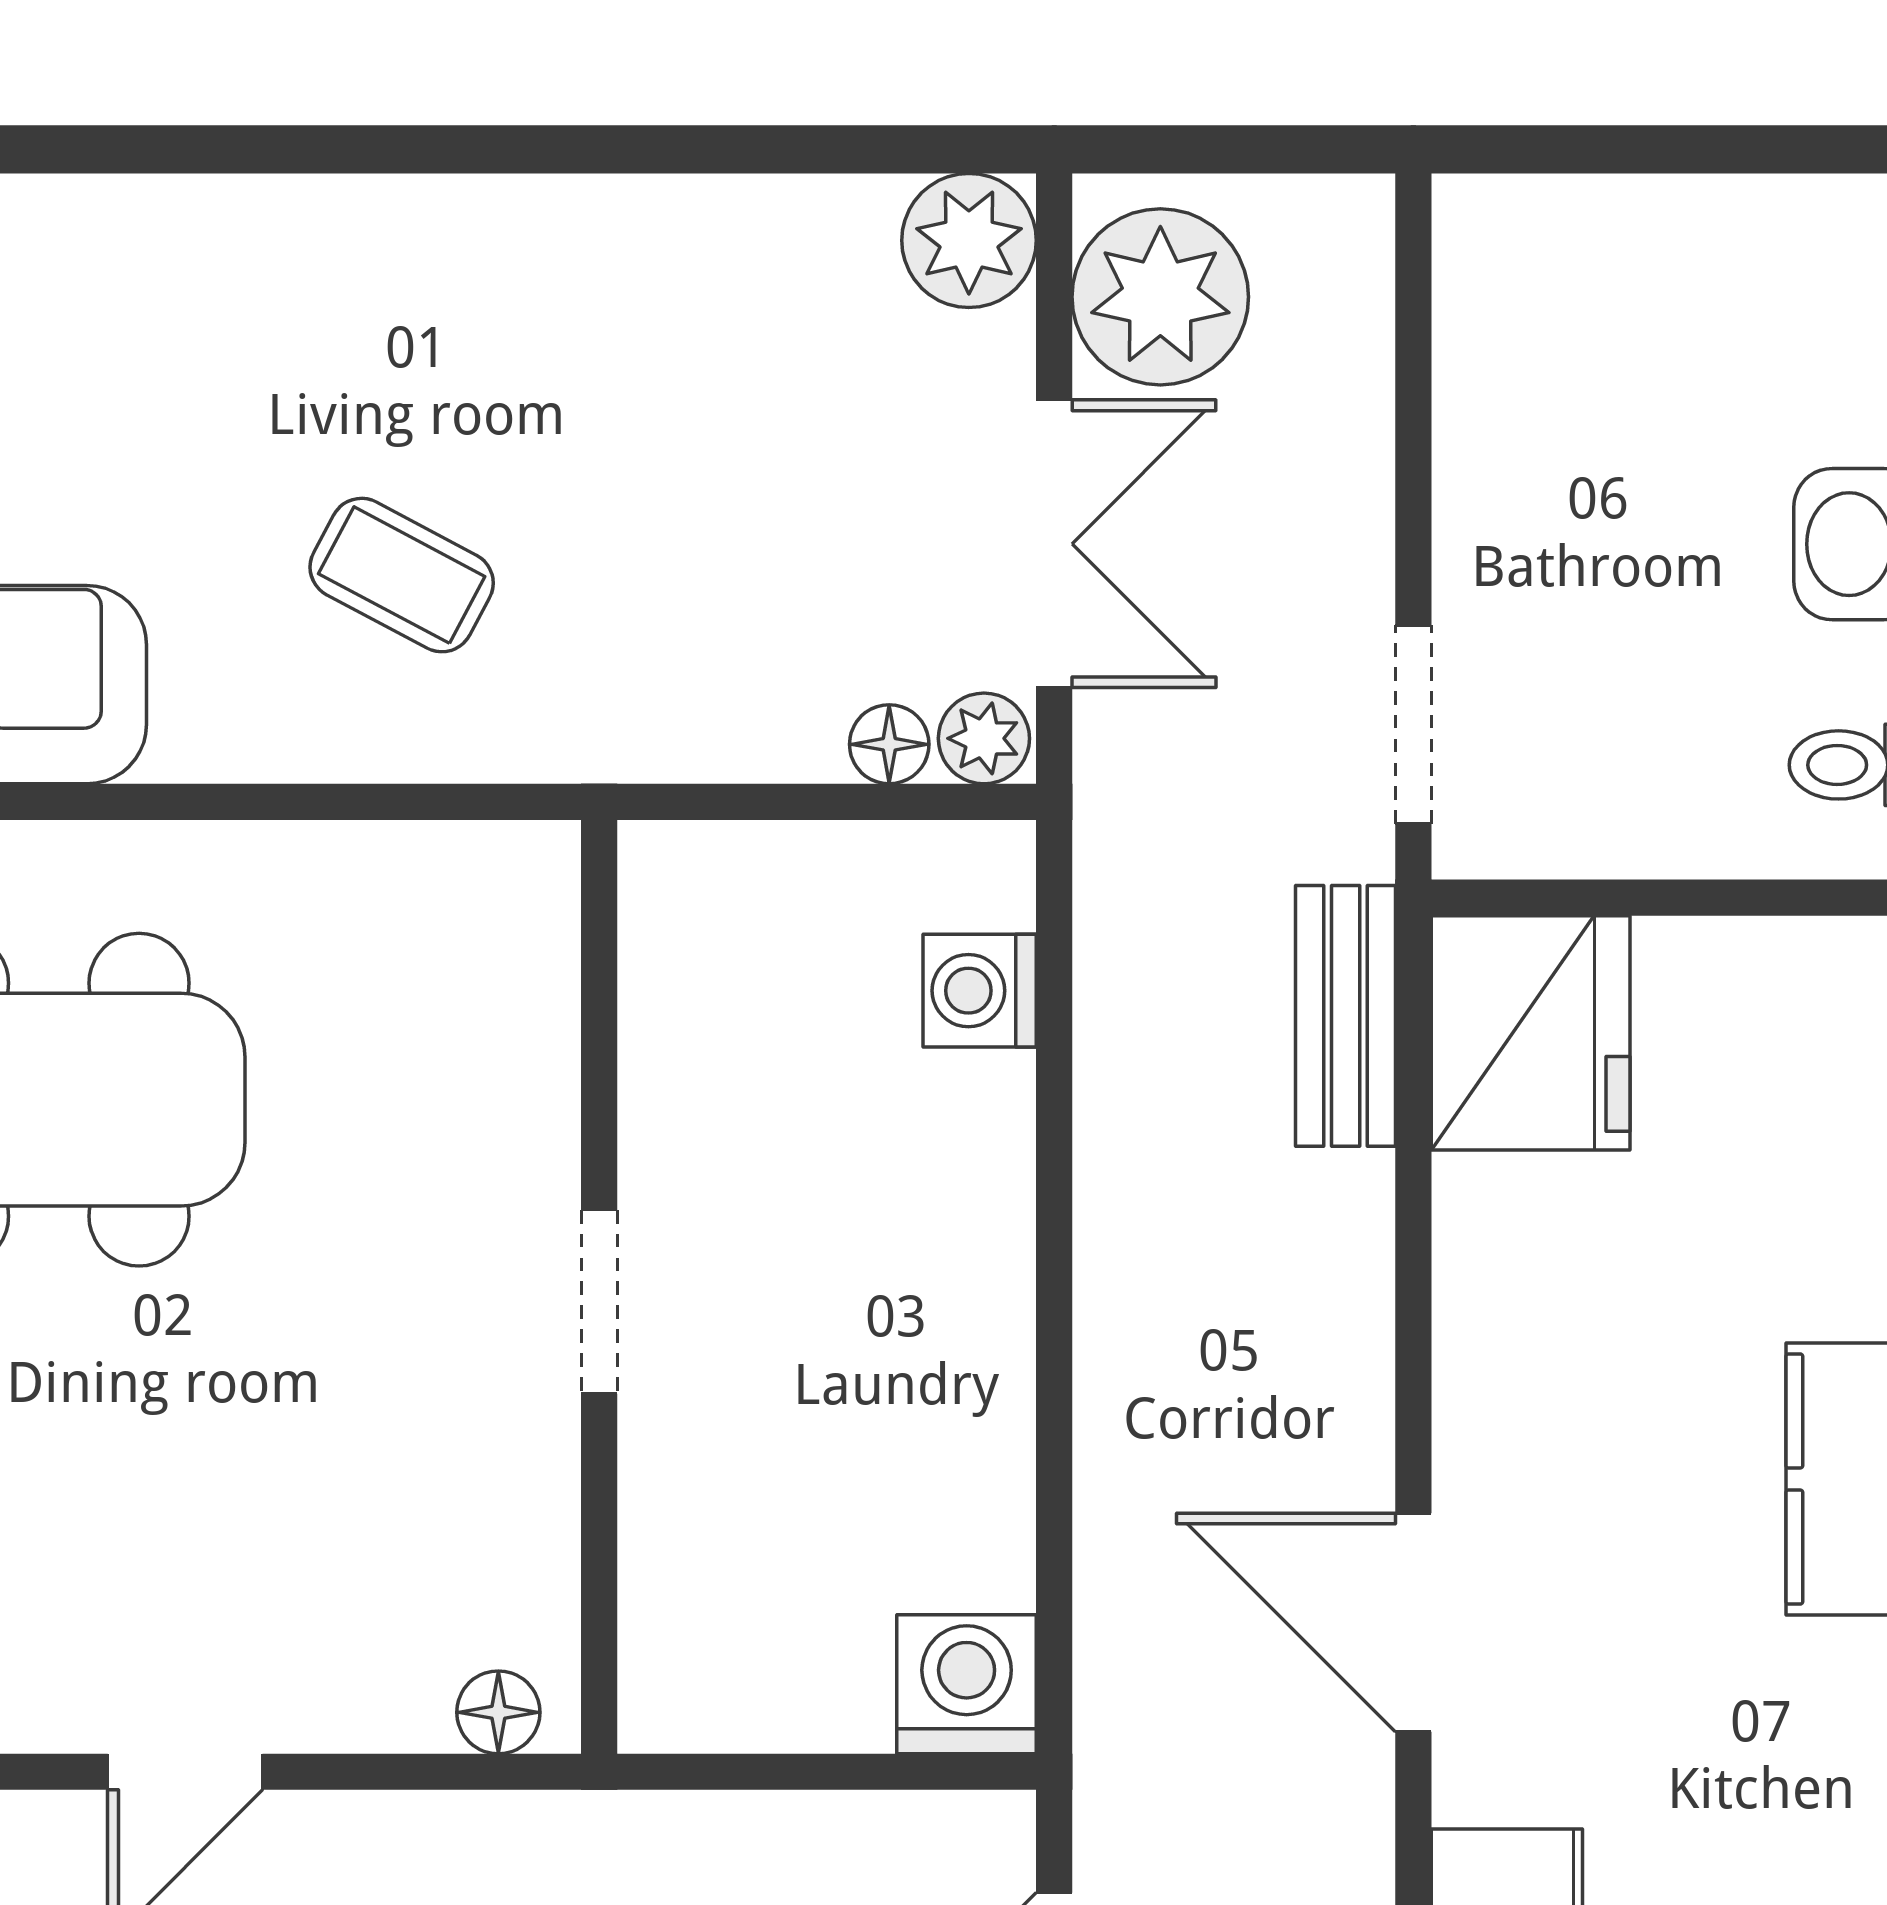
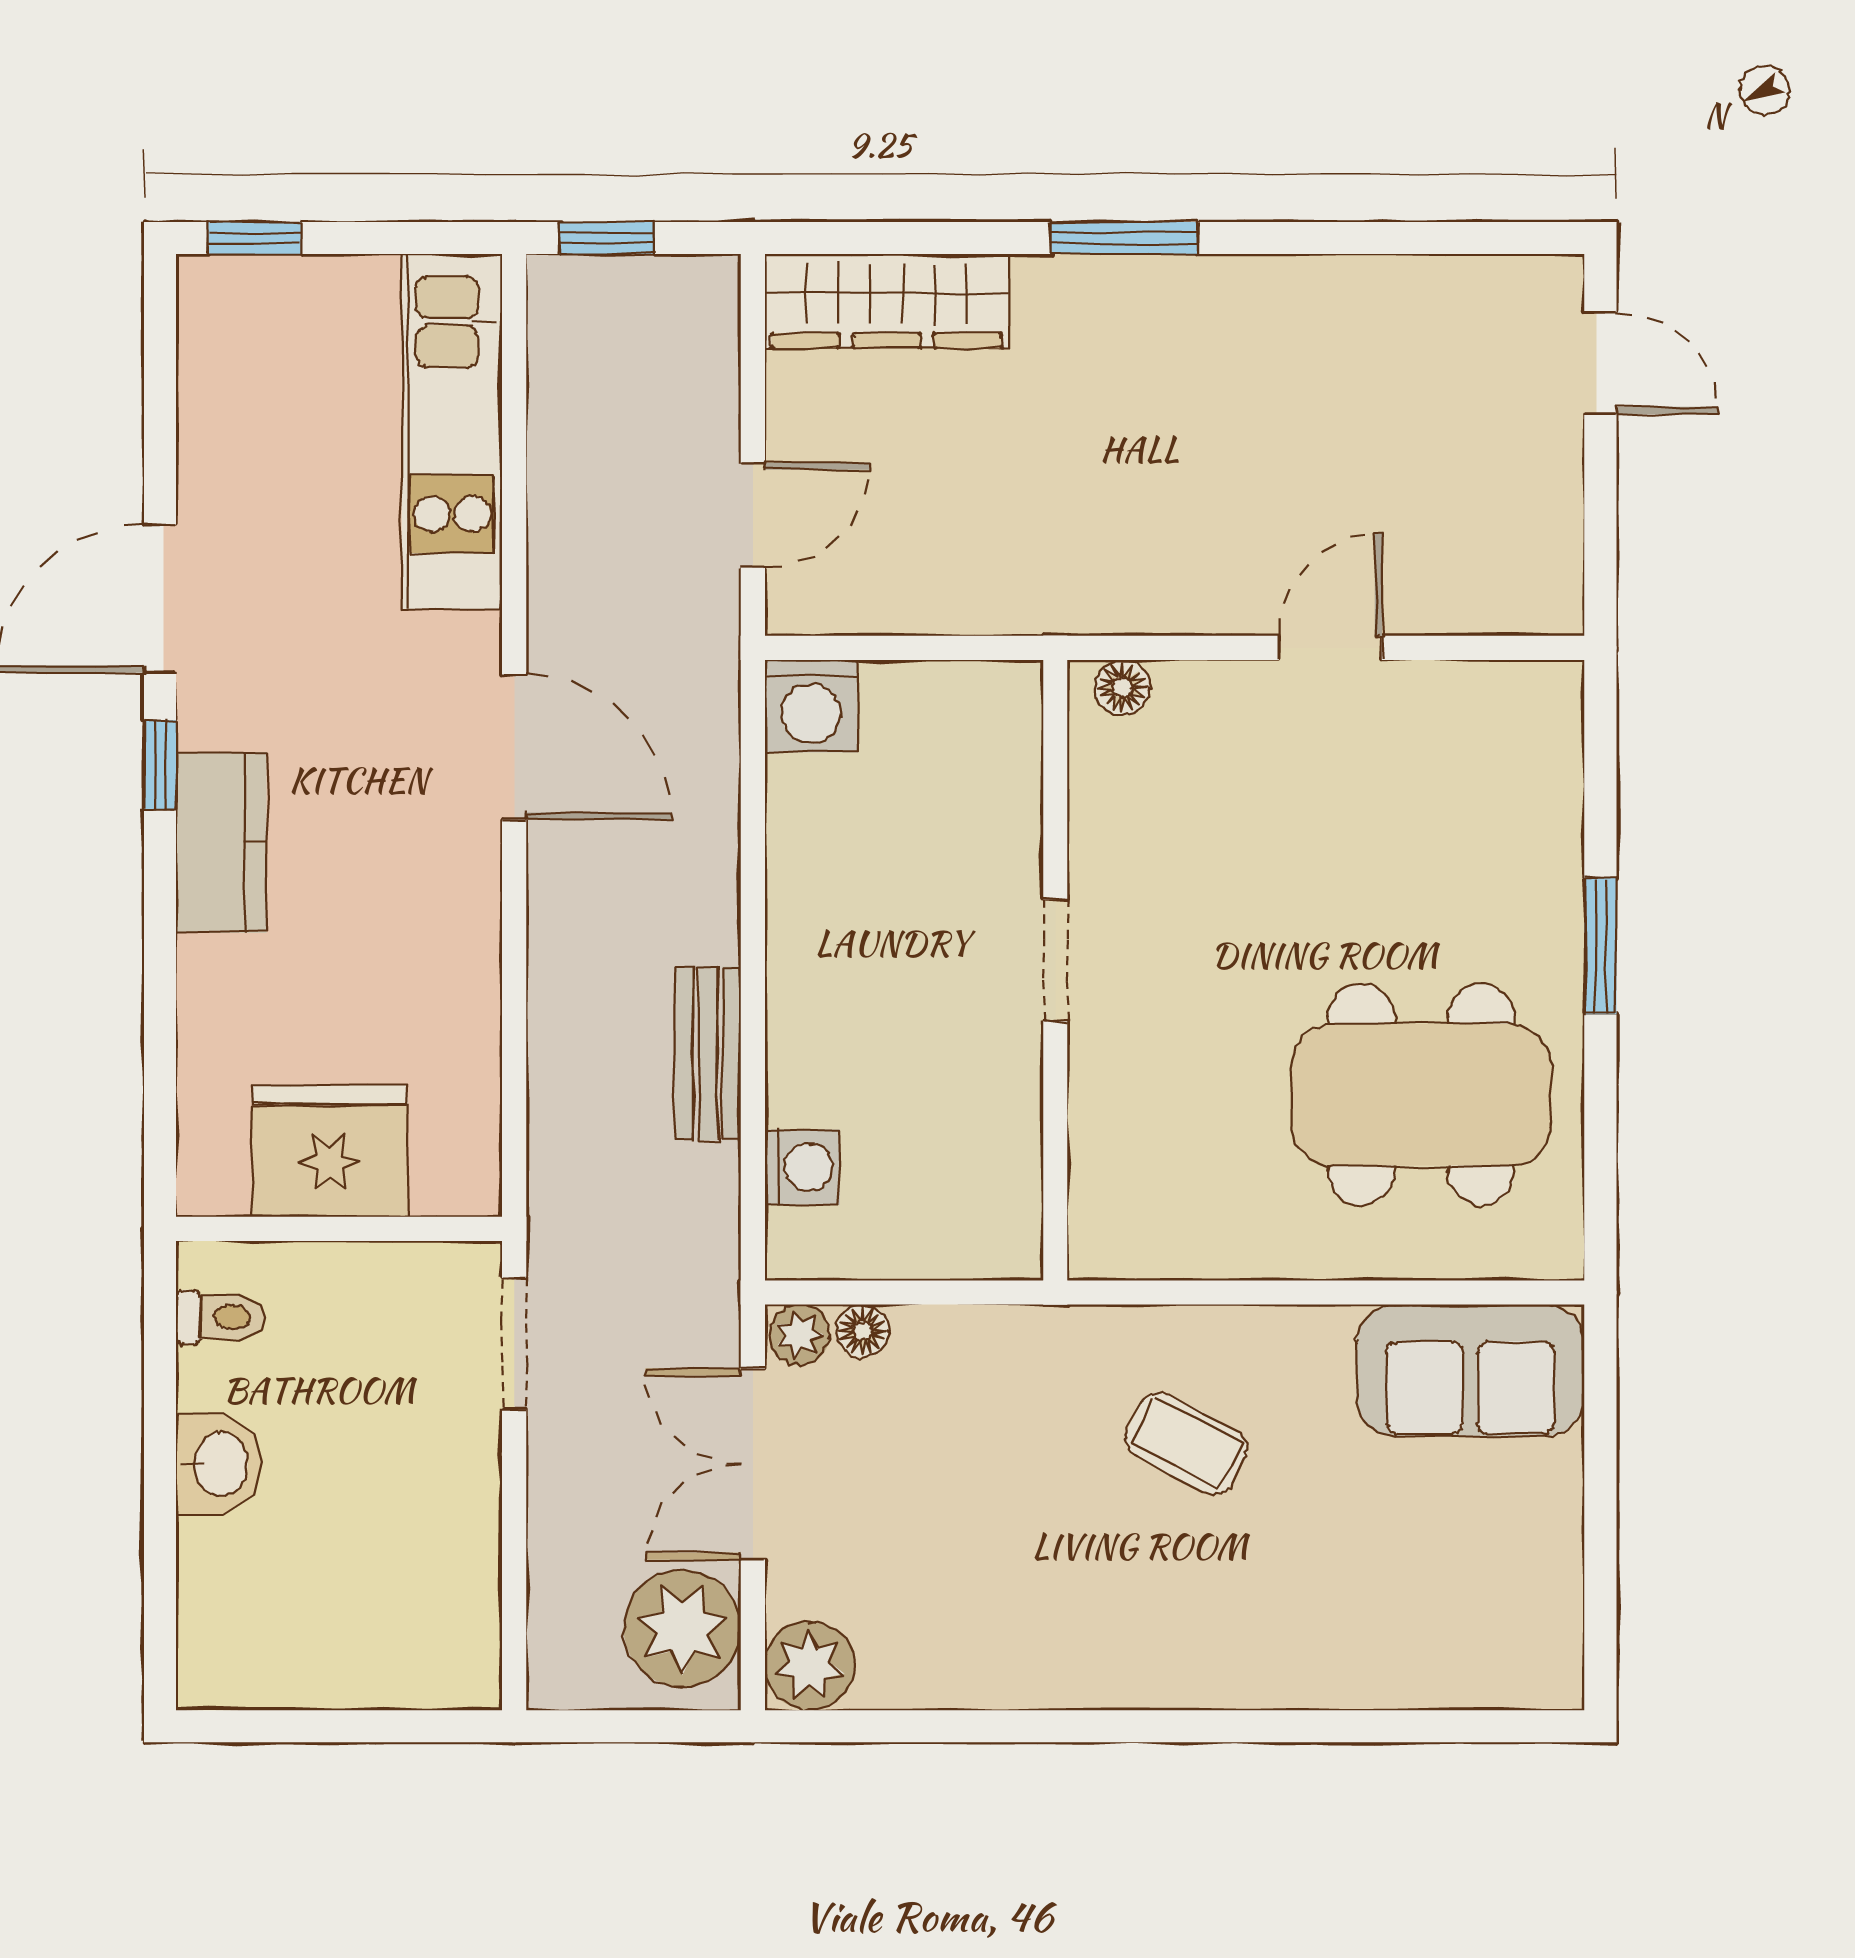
bench: (1346, 1016) -> (708, 1053), moved
fridge: (1531, 1033) -> (330, 1151), moved, turned 90

